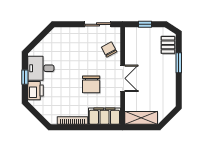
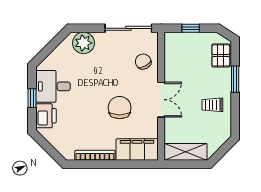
sliding door: (98, 24) -> (128, 28), width x1.37
plant: (64, 35) -> (83, 43), added
trolley: (161, 82) -> (212, 105), added
chair: (91, 84) -> (120, 108), turned 180

